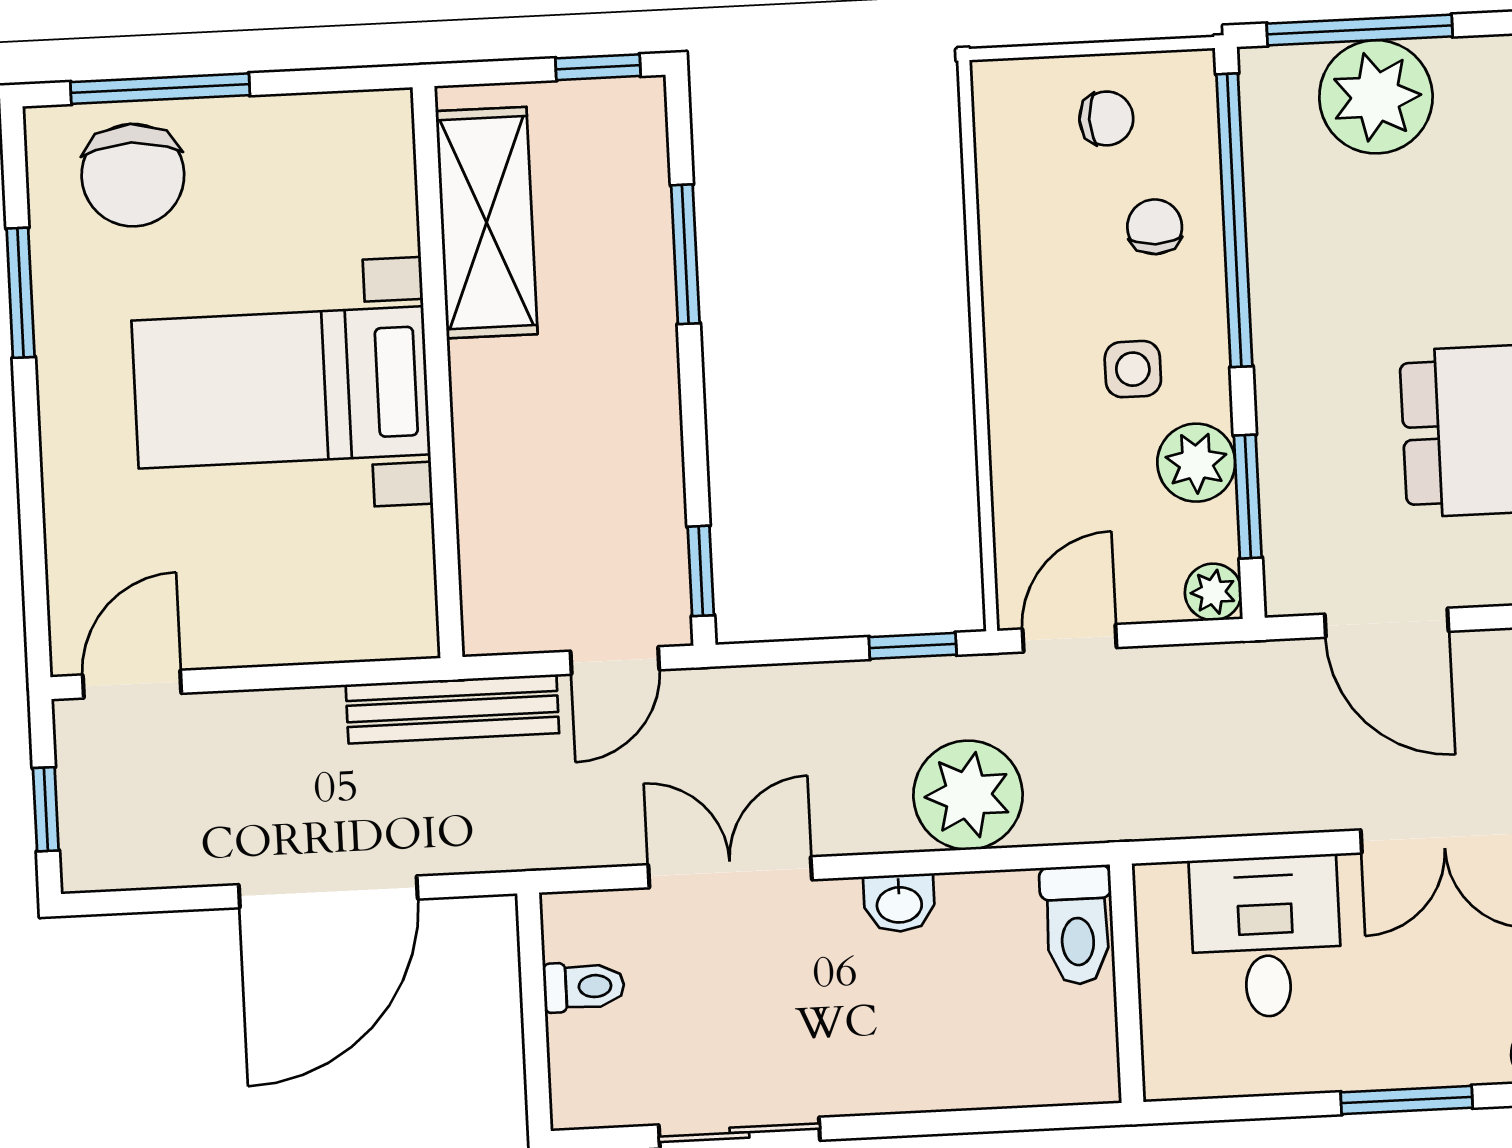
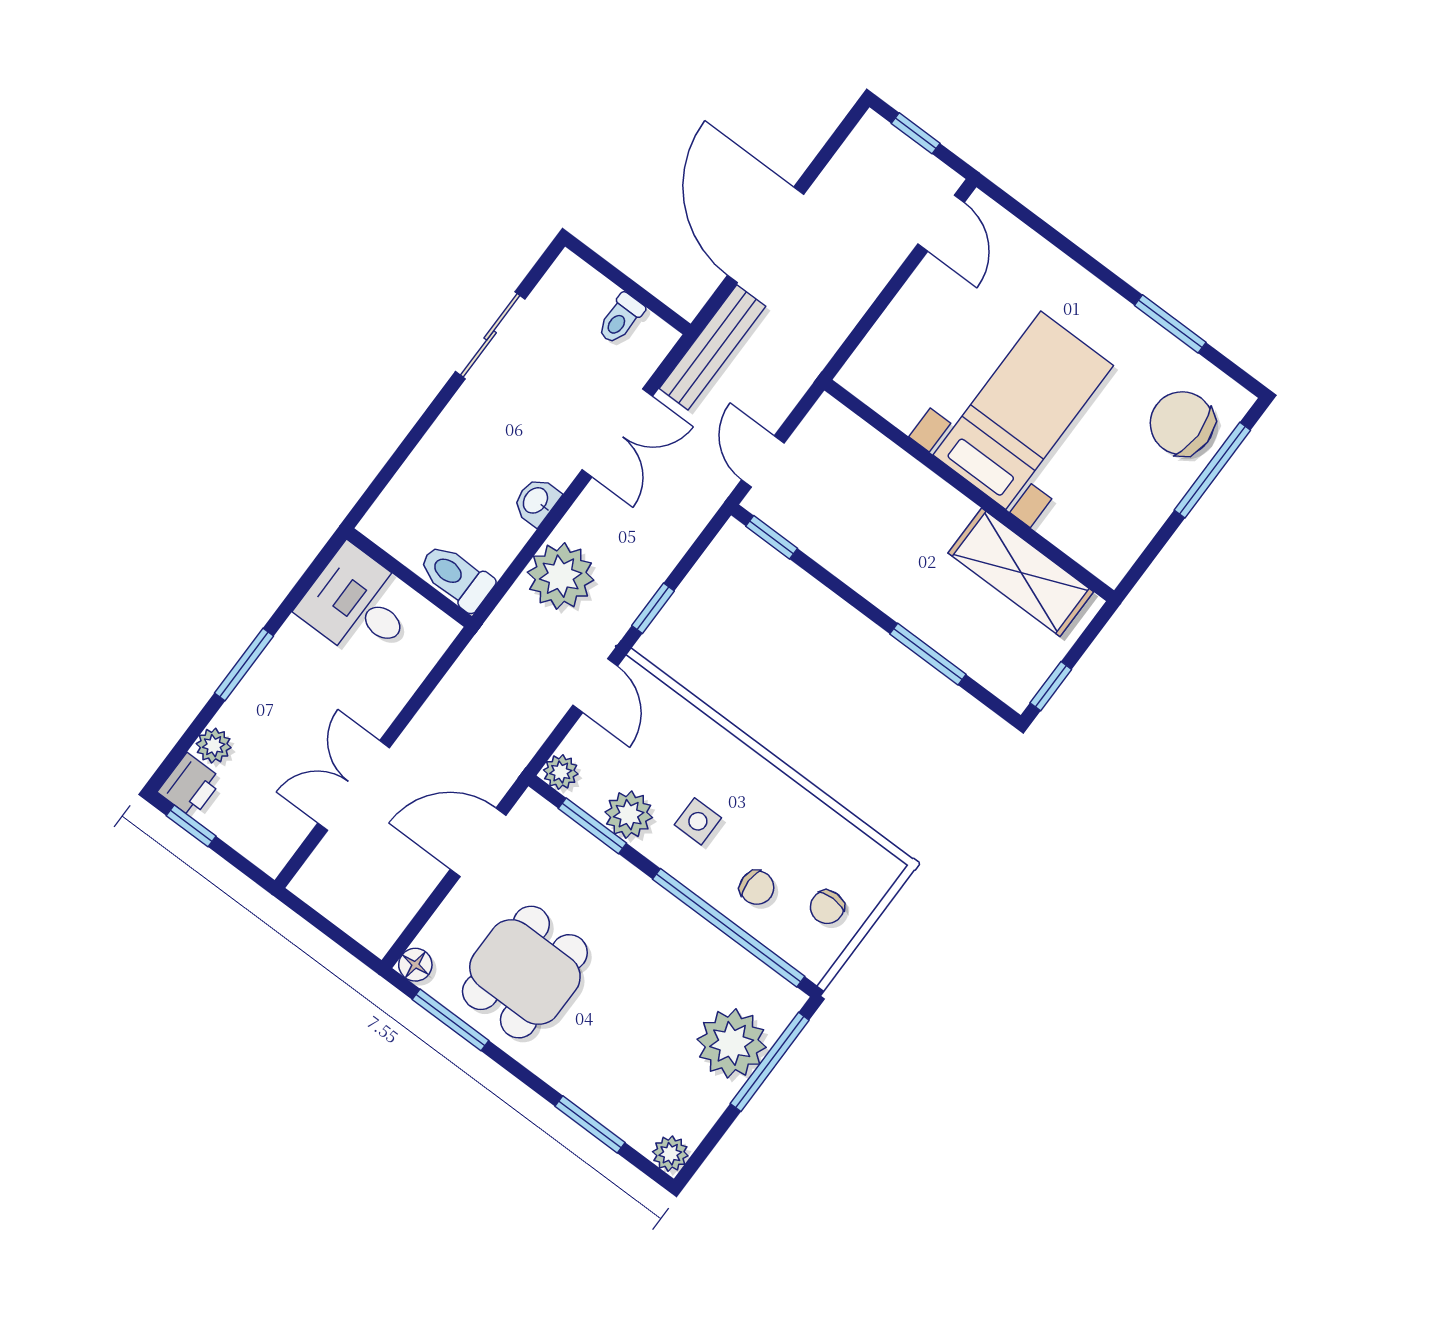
bench: (452, 709) -> (712, 347), moved
desk: (1266, 937) -> (358, 605), moved, turned 180

